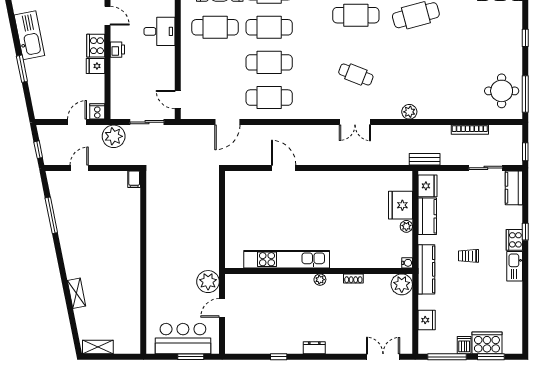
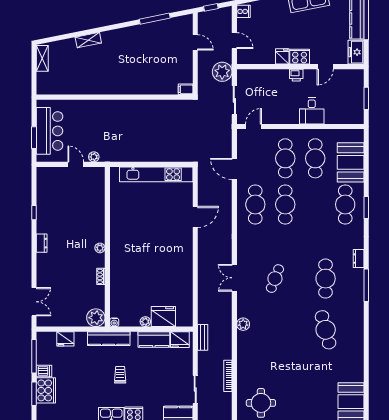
cafe table: (269, 27) -> (285, 158), moved
cooker: (97, 111) -> (243, 11), moved
kitchen unit: (287, 259) -> (156, 174), moved, turned 90
plant: (208, 282) -> (94, 157), width x0.53, depth x0.53

